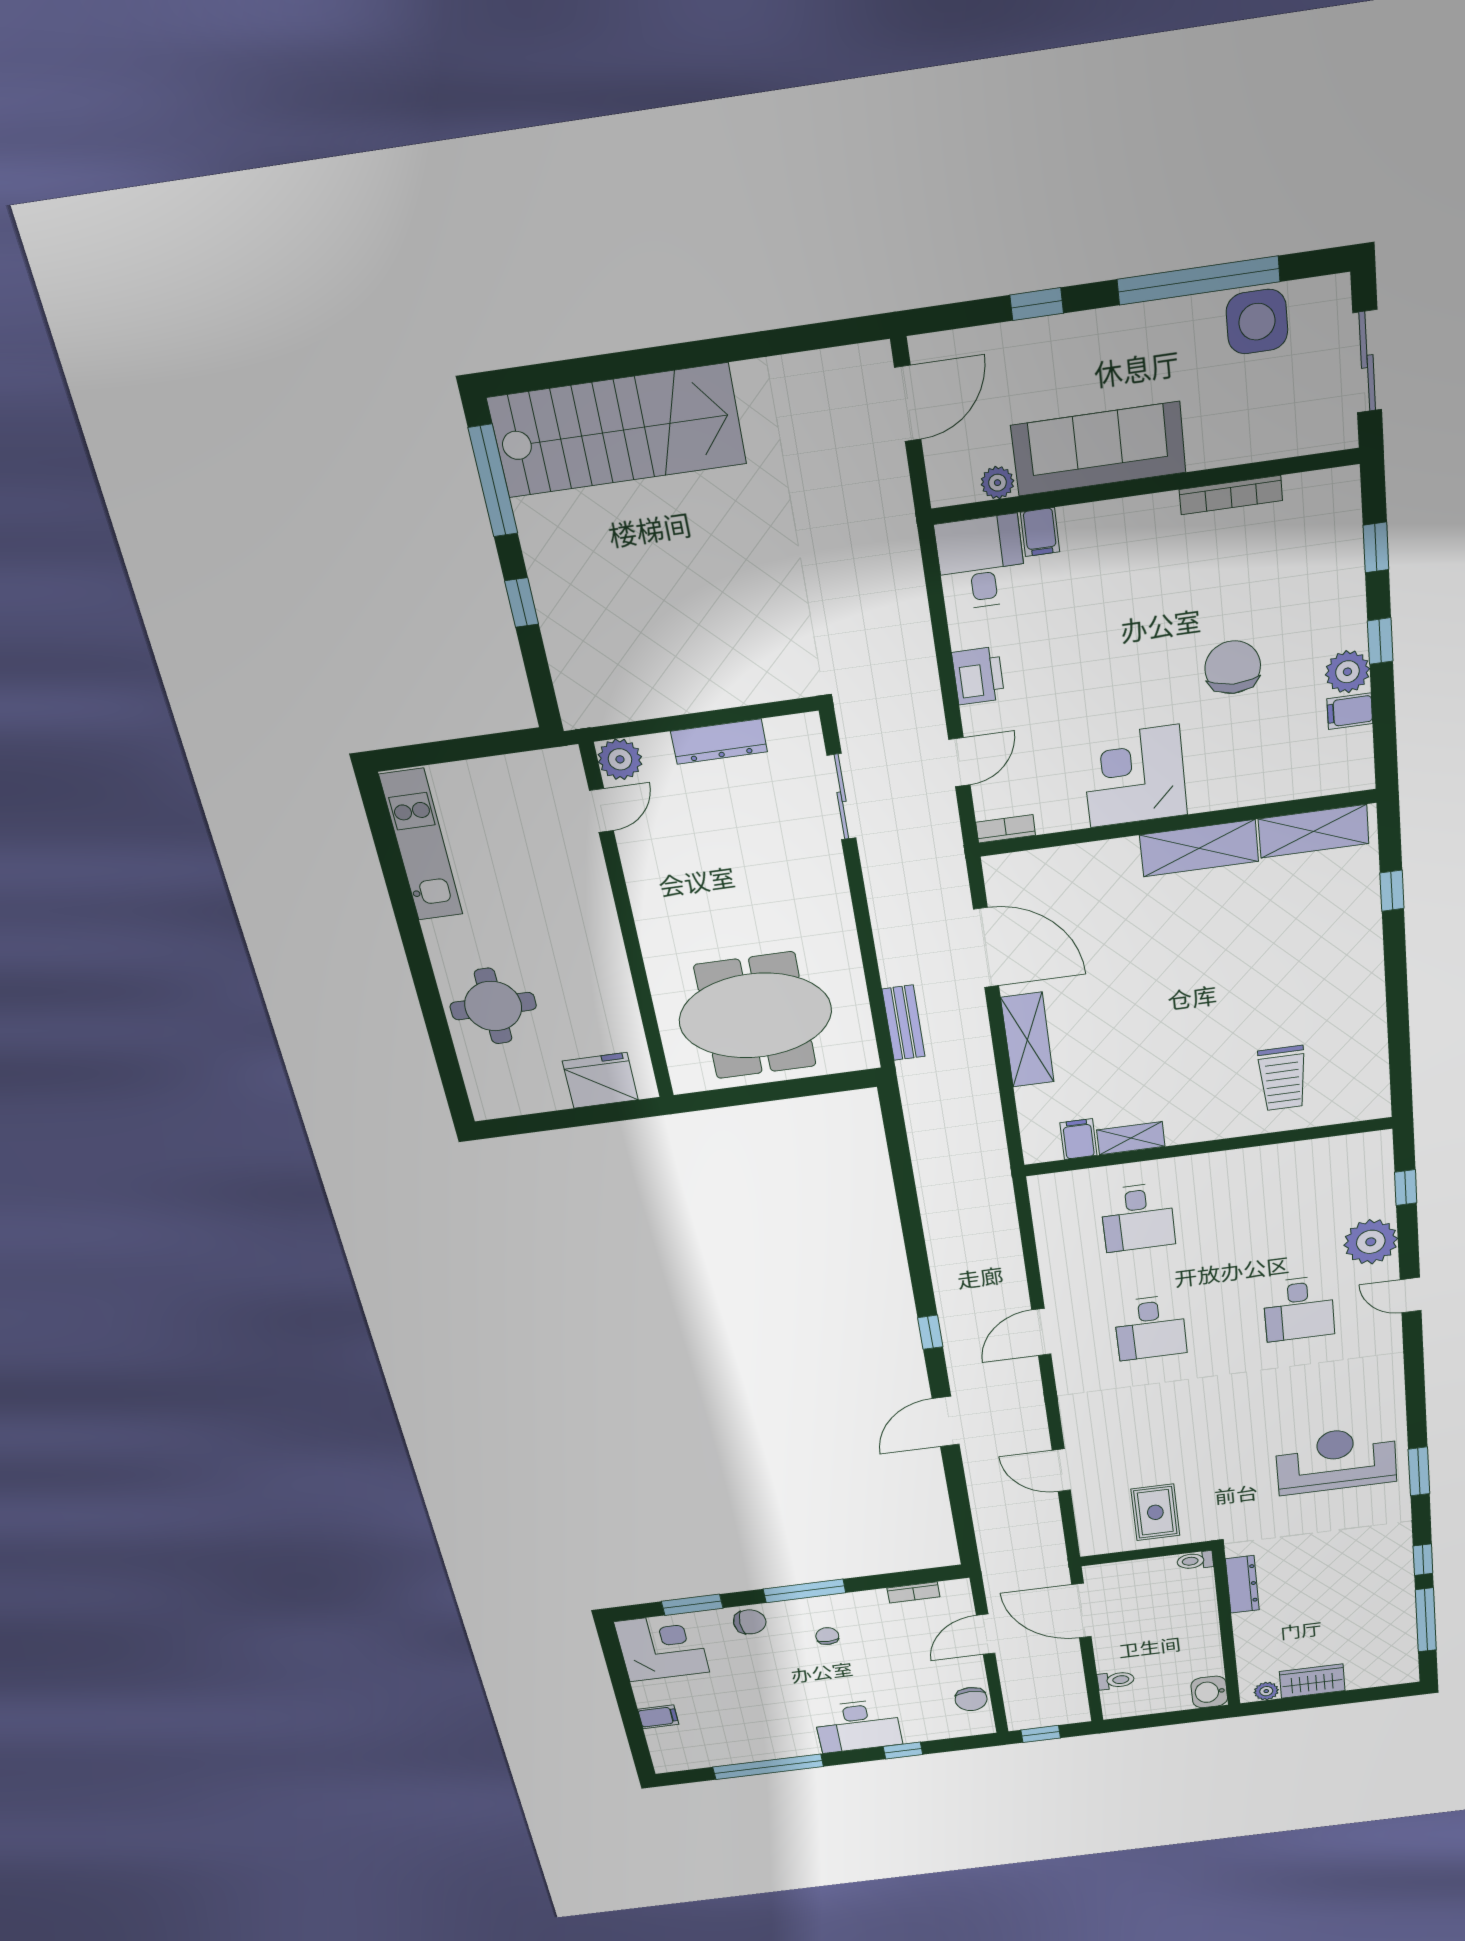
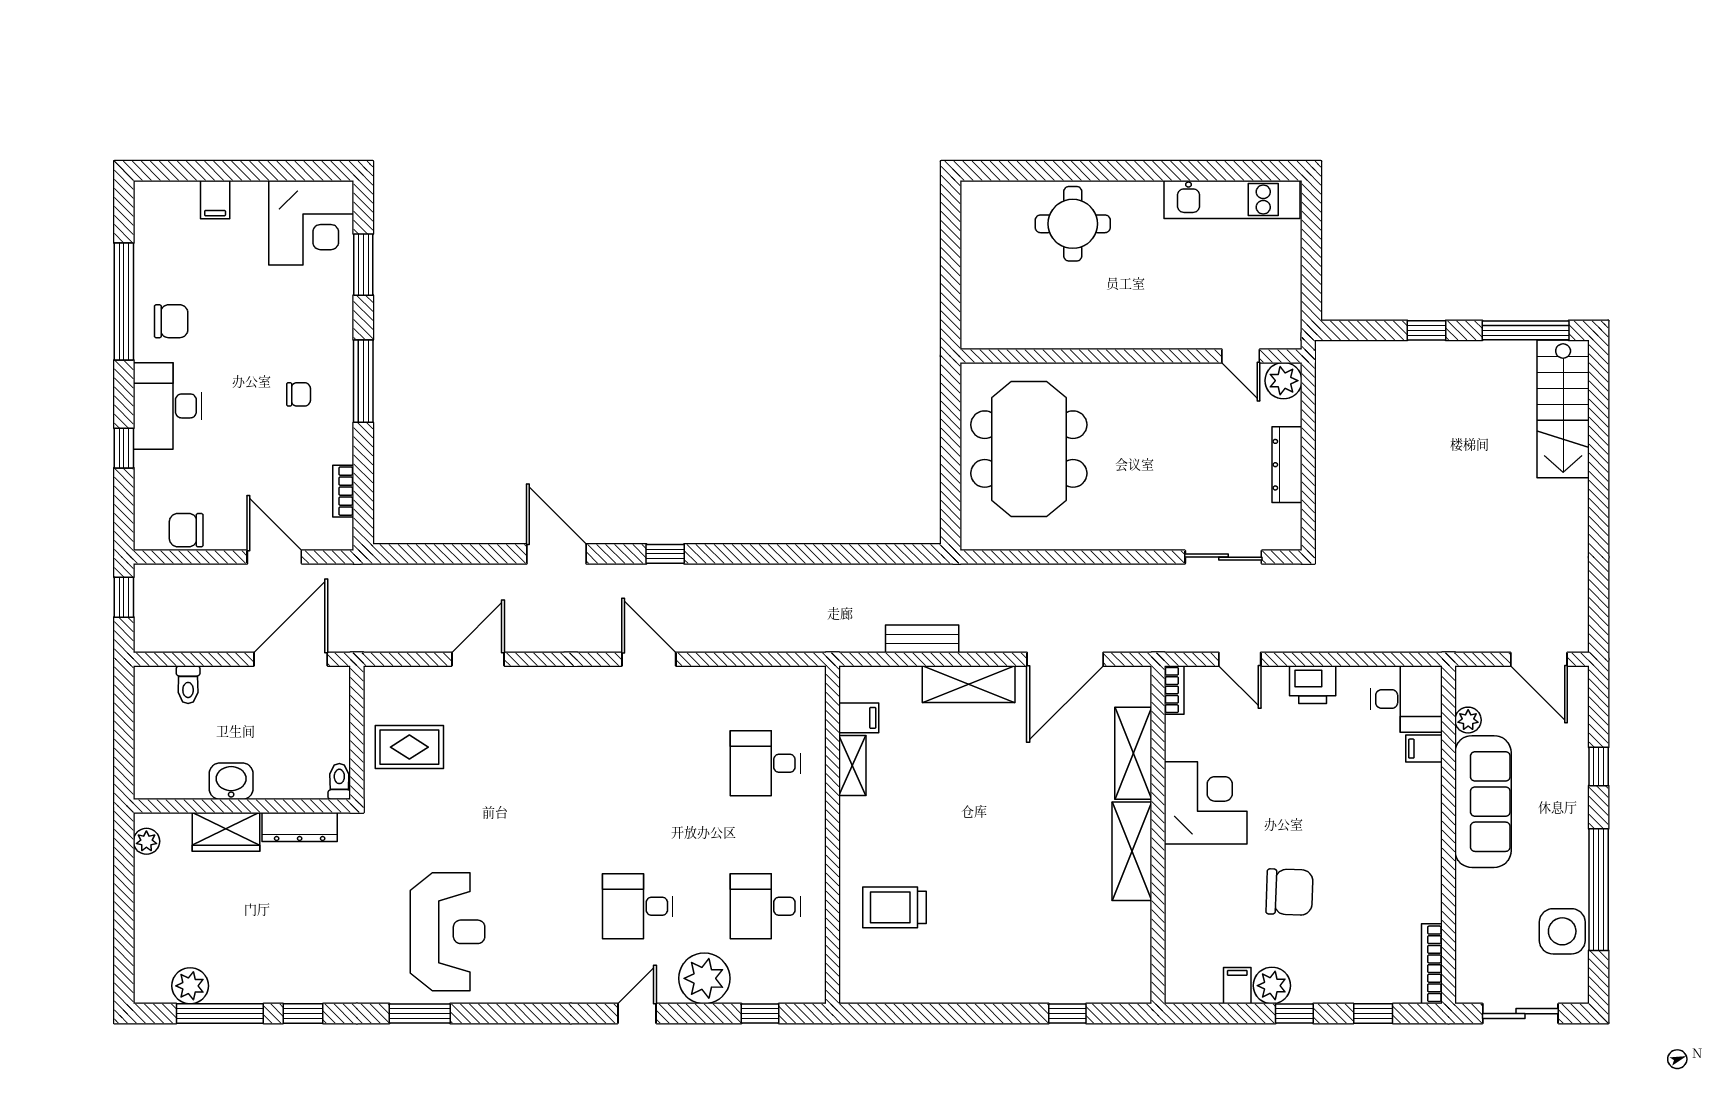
stairs: (617, 431) -> (1563, 409), width x0.73, depth x0.66
bookcase: (1231, 495) -> (1432, 964), moved
shelving: (1314, 831) -> (1133, 753), moved
bench: (904, 1023) -> (922, 639), moved
fridge: (600, 1080) -> (985, 301), removed
desk: (1150, 1328) -> (765, 906), moved
chair: (750, 1622) -> (171, 321), moved, turned -90
plant: (1400, 1644) -> (190, 986), added
wardrobe: (1312, 1681) -> (226, 832), moved, turned 90
washbasin: (1209, 1692) -> (231, 781), moved

